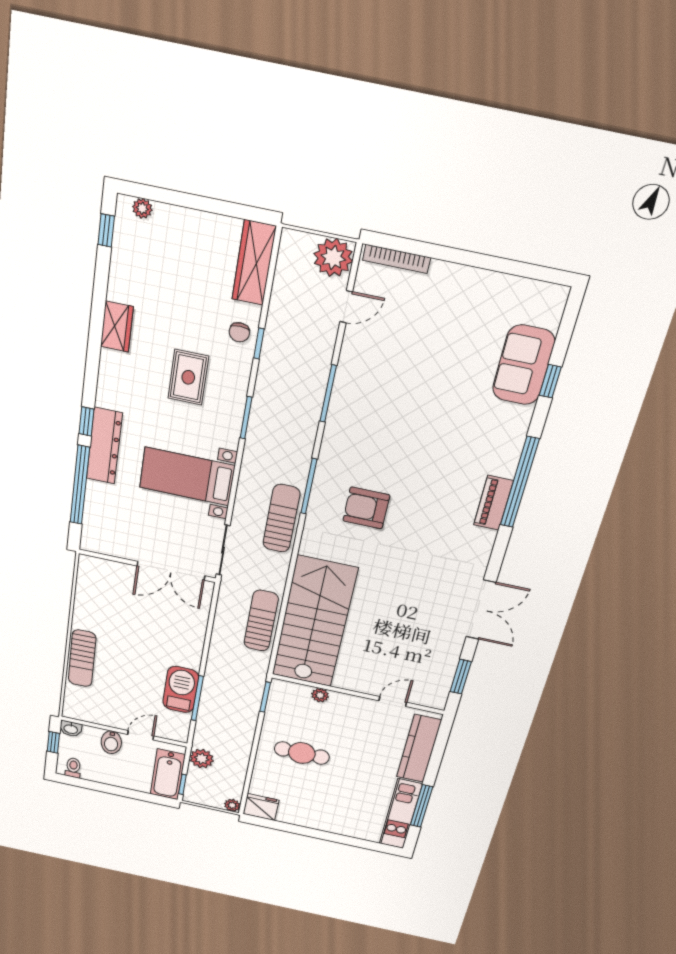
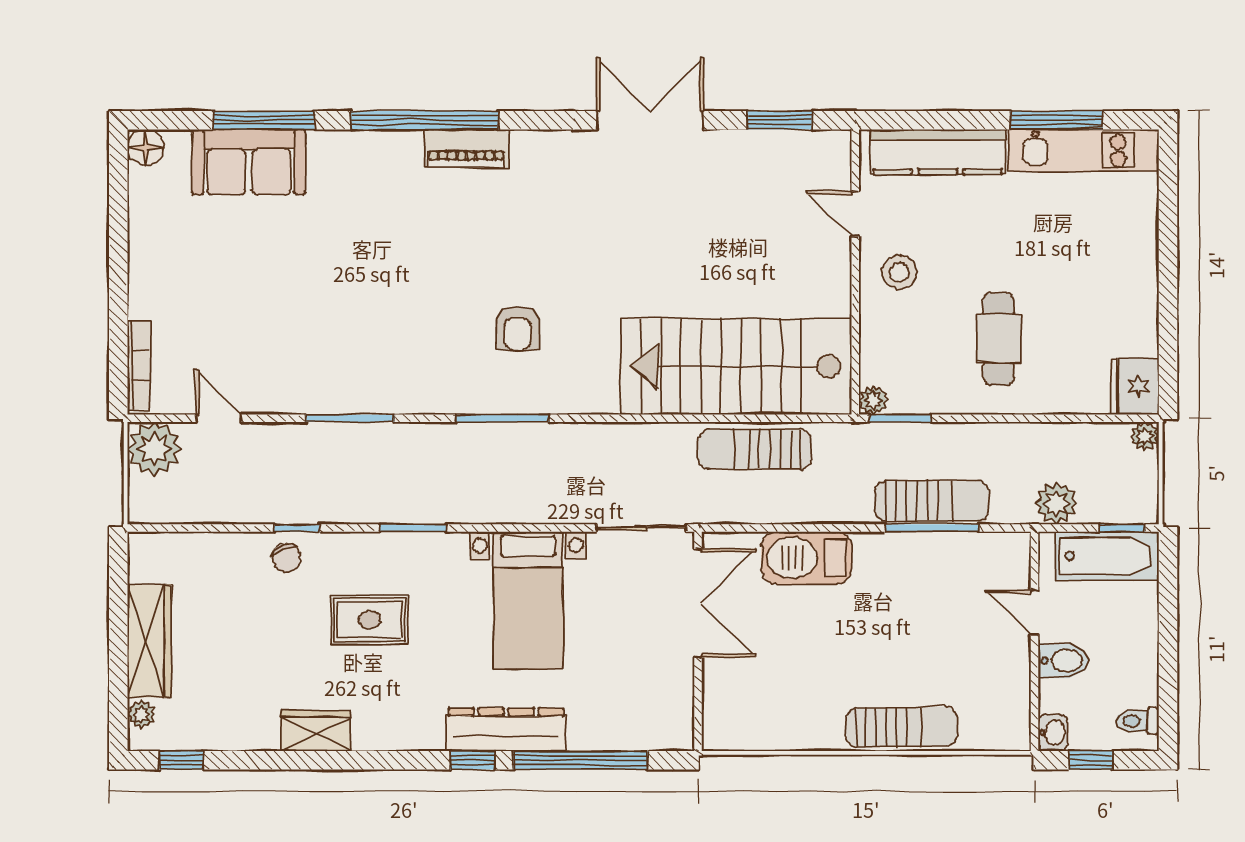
wardrobe: (254, 263) -> (149, 641), moved, turned -90
floor lamp: (555, 297) -> (145, 147), added
chair: (239, 332) -> (287, 558), turned 72
window: (550, 381) -> (264, 120), width x2.17
armchair: (366, 508) -> (518, 328), width x0.72, depth x0.72
sun lounger: (281, 518) -> (932, 501), moved, turned 180
barbecue: (181, 689) -> (807, 558), moved
plant: (320, 695) -> (873, 400), moved
stool: (352, 715) -> (899, 272), added

